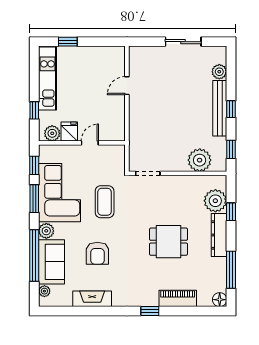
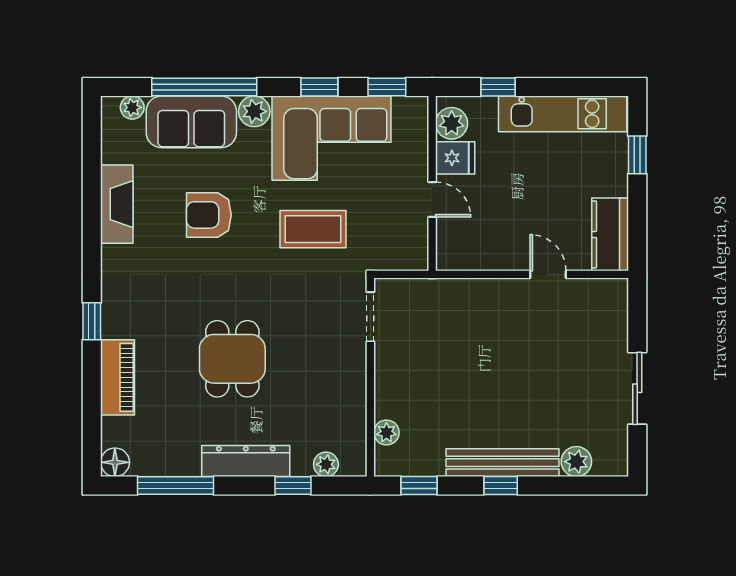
kitchen counter: (107, 55) -> (610, 234), added
plant: (200, 160) -> (386, 433), width x0.53, depth x0.53
window: (34, 199) -> (319, 87), width x0.67
plant: (215, 201) -> (326, 464), width x0.53, depth x0.53

